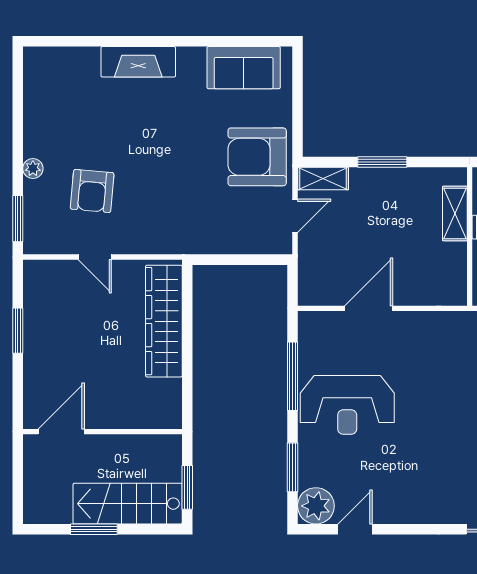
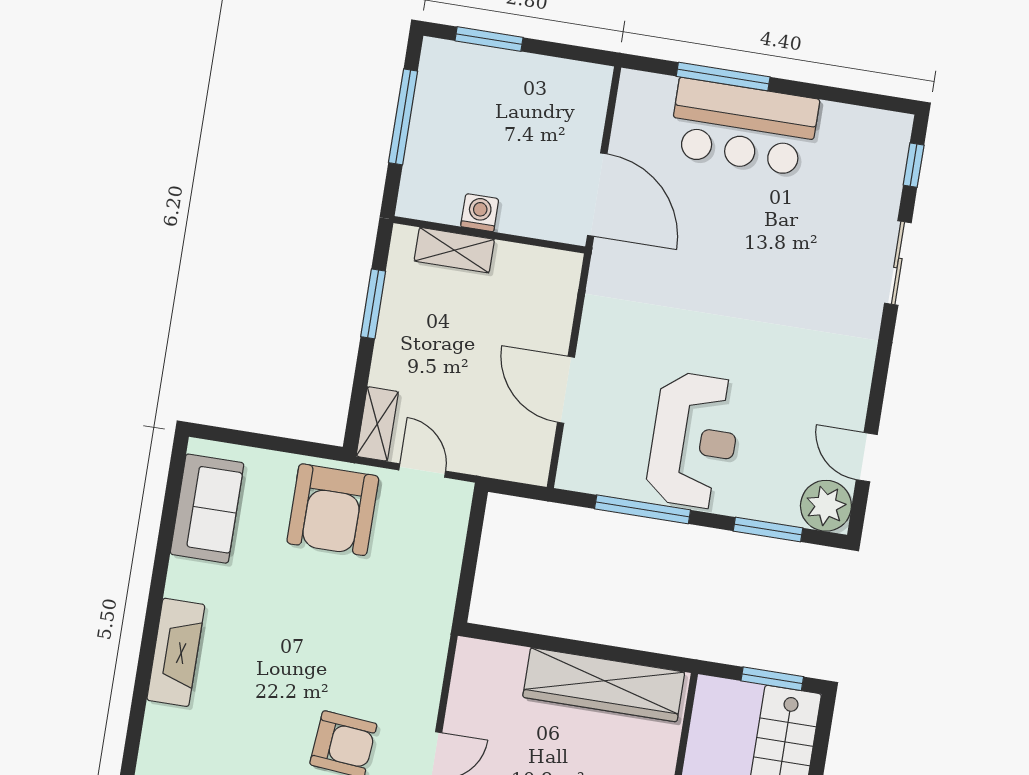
window: (382, 162) -> (373, 304), moved
wardrobe: (164, 321) -> (604, 685), moved

